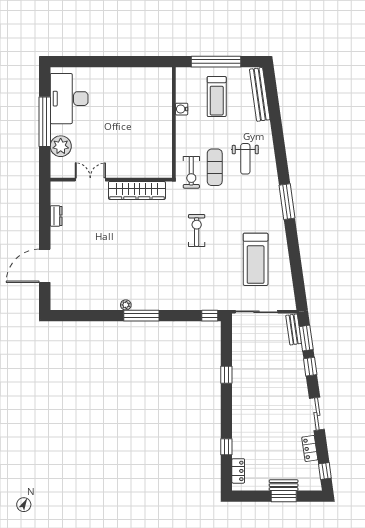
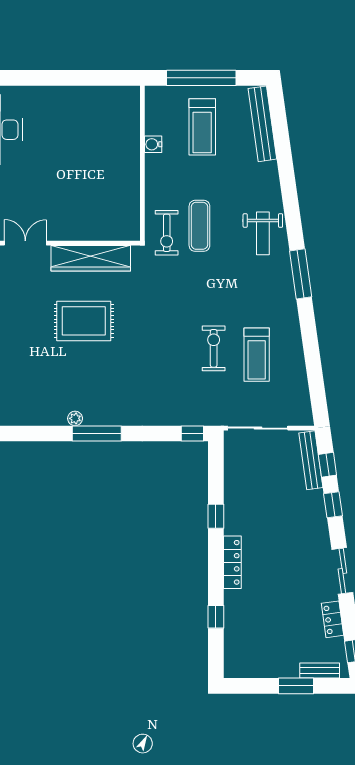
weight bench: (245, 159) -> (263, 233), moved
exercise bike: (197, 230) -> (214, 348), moved
rug: (132, 235) -> (84, 321), added
treadmill: (256, 259) -> (257, 355), width x0.73, depth x0.73
bench: (294, 329) -> (311, 460), width x1.36
window: (306, 338) -> (327, 465), width x0.67
locker: (238, 471) -> (232, 562), moved, width x1.53
bench: (284, 485) -> (320, 671), moved

